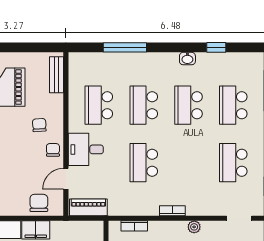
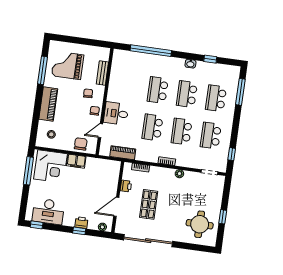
window: (125, 47) -> (151, 51), width x1.46
bench: (57, 75) -> (102, 73), moved
school desk: (99, 105) -> (182, 131), moved
piano: (88, 207) -> (123, 153), moved

